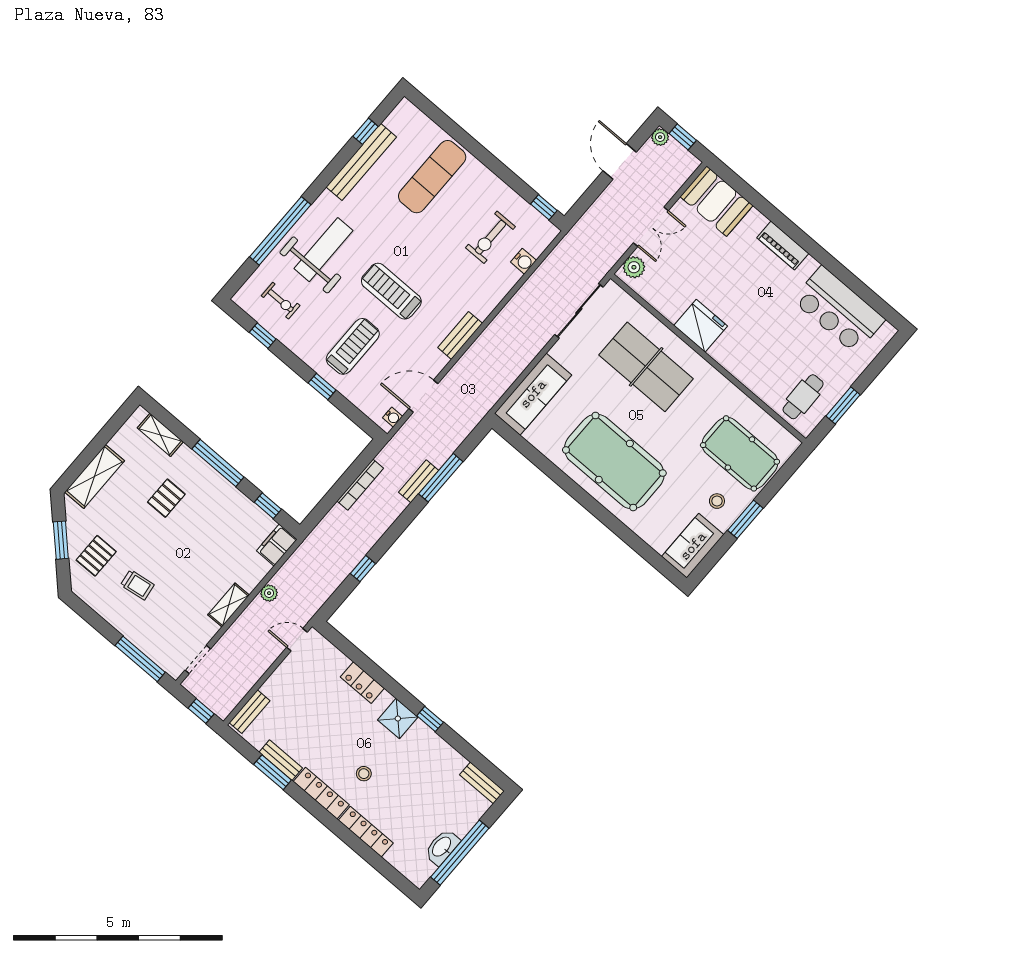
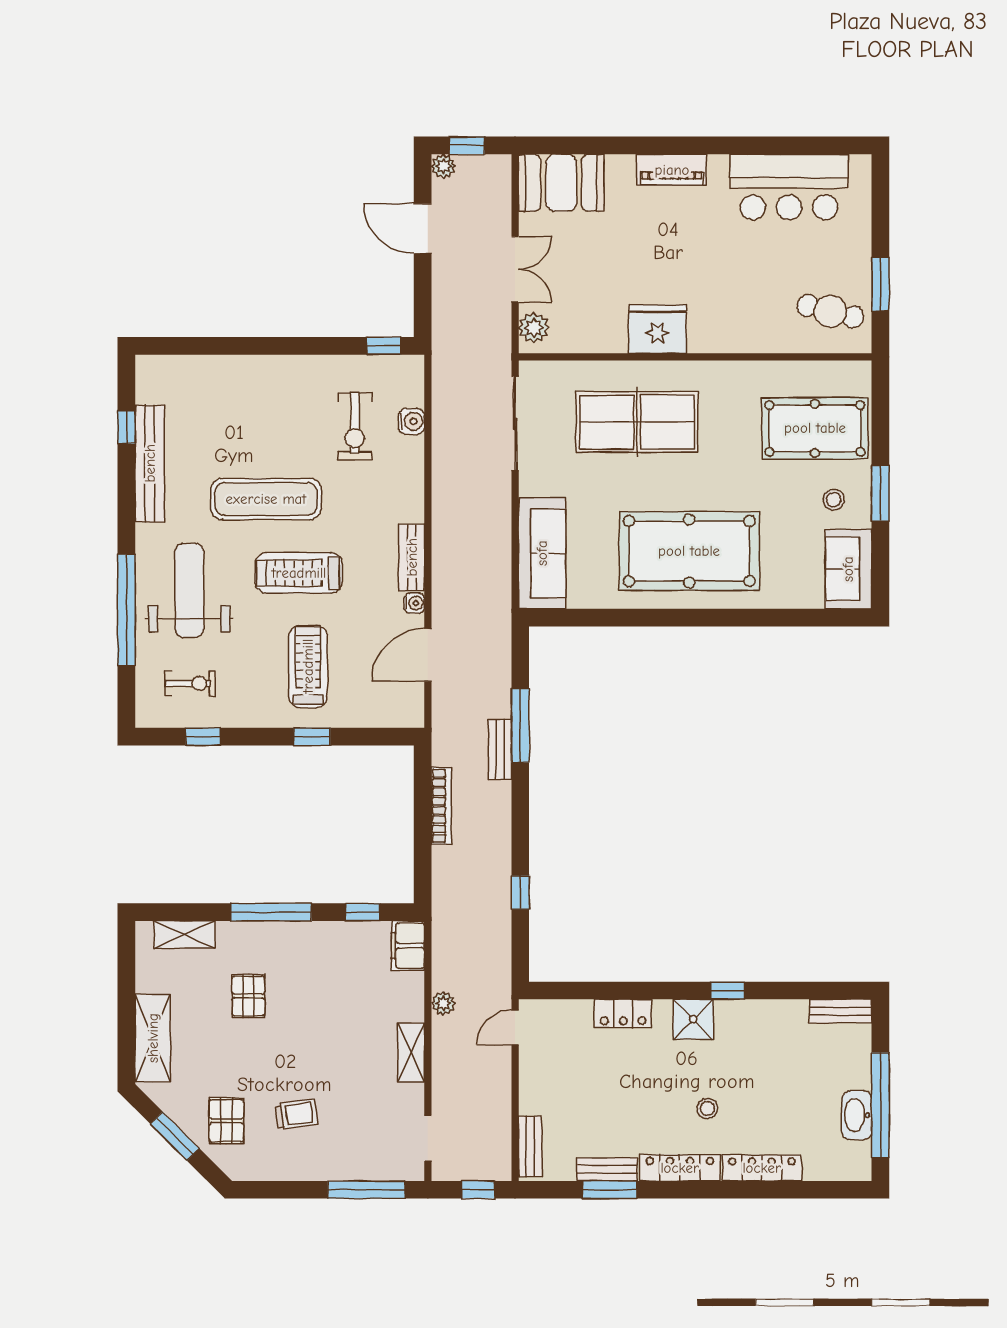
exercise mat: (432, 177) -> (266, 499), moved, turned 90
cafe table: (803, 397) -> (830, 311), turned -75
water cooler: (393, 417) -> (414, 603), moved

